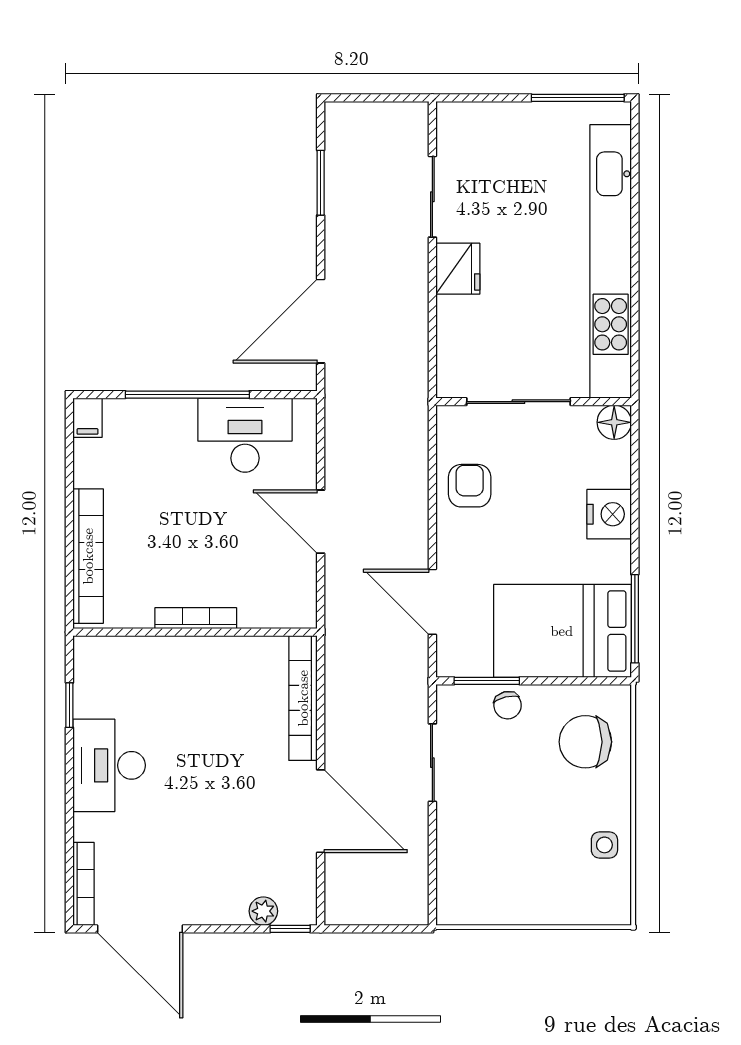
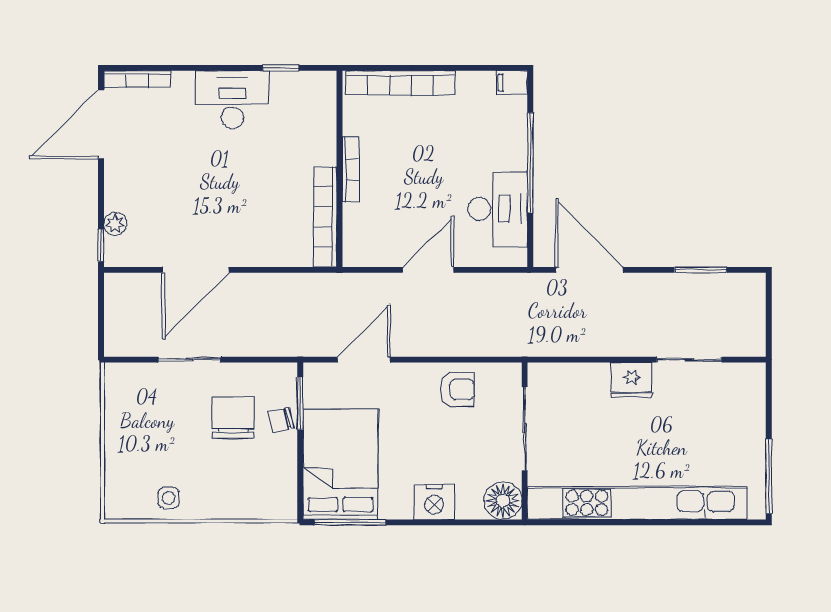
floor lamp: (614, 422) -> (503, 501), width x1.38, depth x1.38
bookcase: (303, 698) -> (325, 217), moved, turned -90
chair: (585, 742) -> (233, 418), moved
sliding door: (432, 763) -> (190, 360), moved

